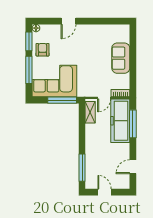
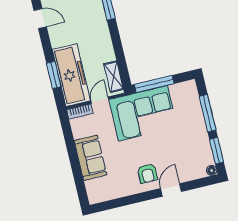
armchair: (43, 50) -> (147, 173), moved
corner sofa: (54, 81) -> (143, 113), moved
window: (133, 124) -> (54, 75), width x0.69
door: (133, 167) -> (40, 19), hinge flipped

